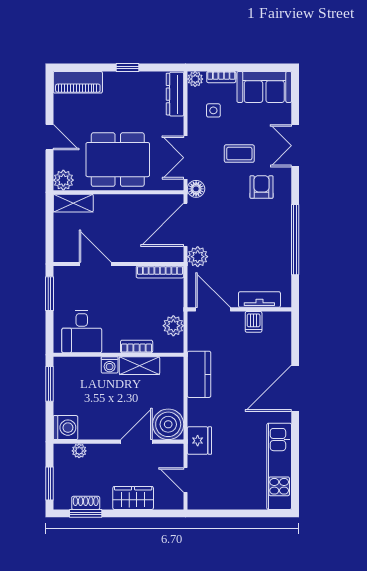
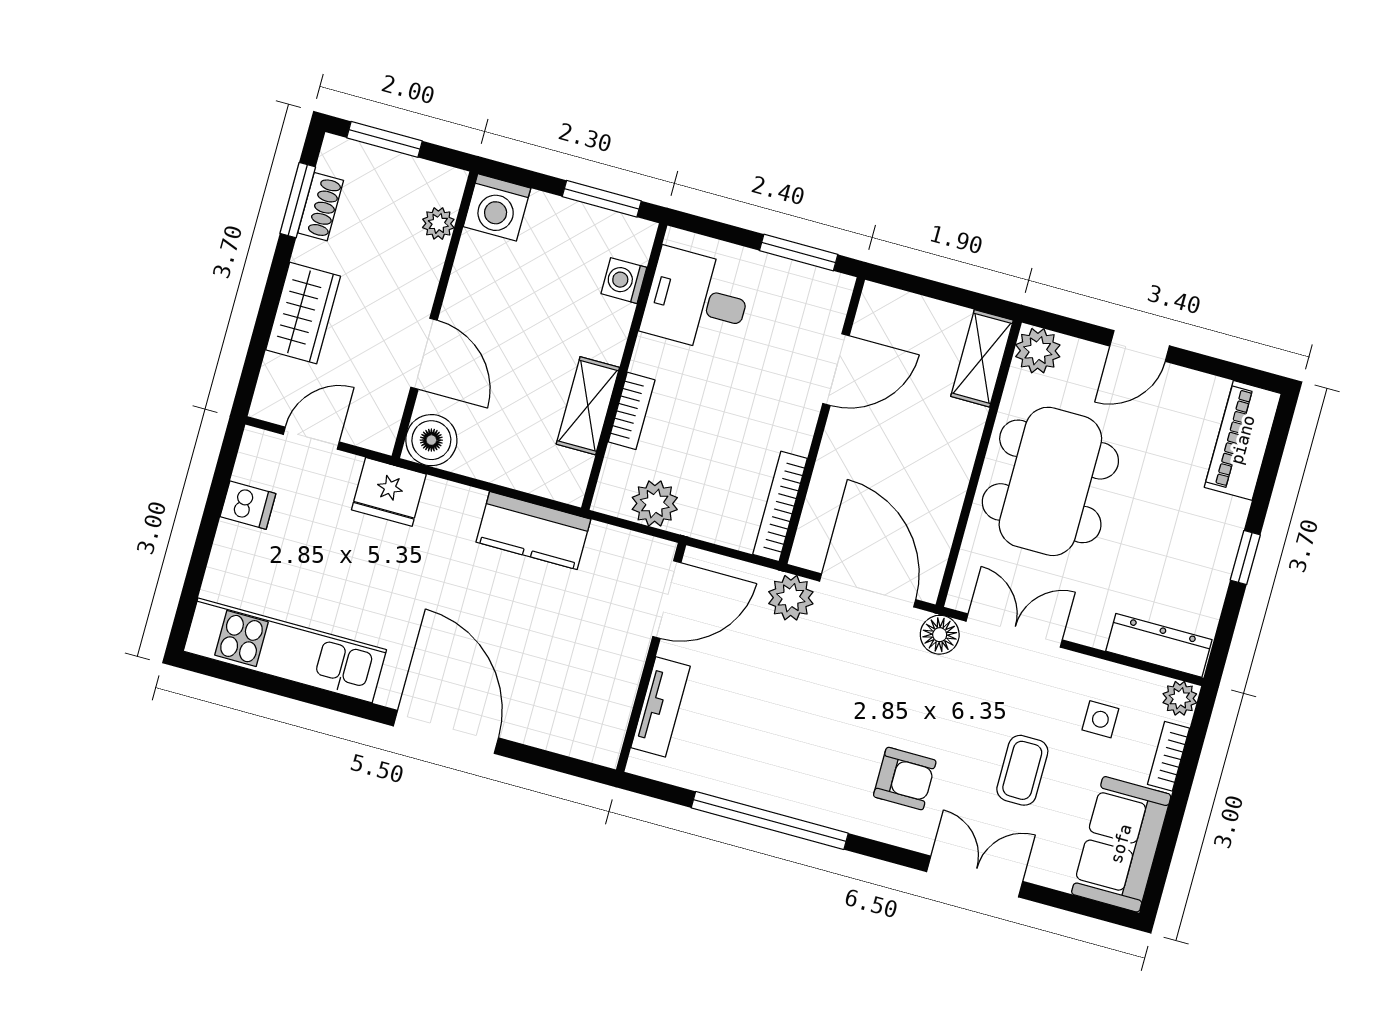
coffee table: (239, 154) -> (1022, 770), moved
dishwasher: (254, 322) -> (248, 505), moved, turned 180
washing machine: (110, 365) -> (624, 281), moved
boiler: (168, 424) -> (431, 440), width x0.73, depth x0.73

